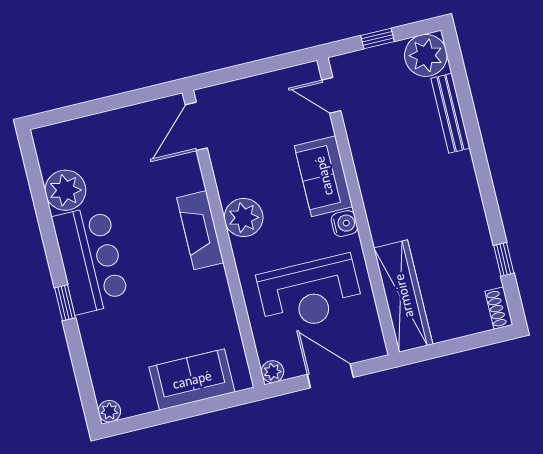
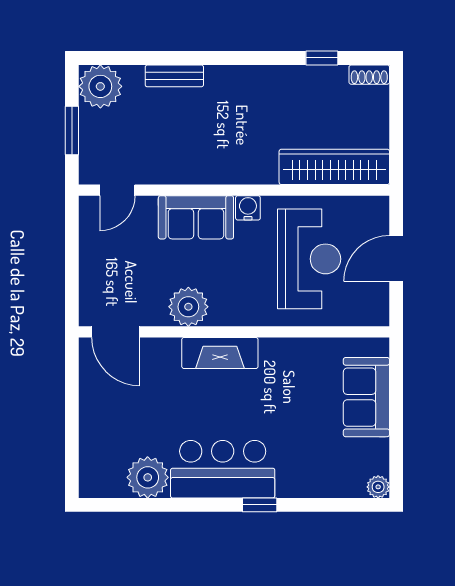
window: (377, 39) -> (72, 130), width x1.50
bench: (450, 113) -> (174, 76), width x0.73
plant: (244, 218) -> (188, 307), moved
plant: (272, 372) -> (378, 315), removed

